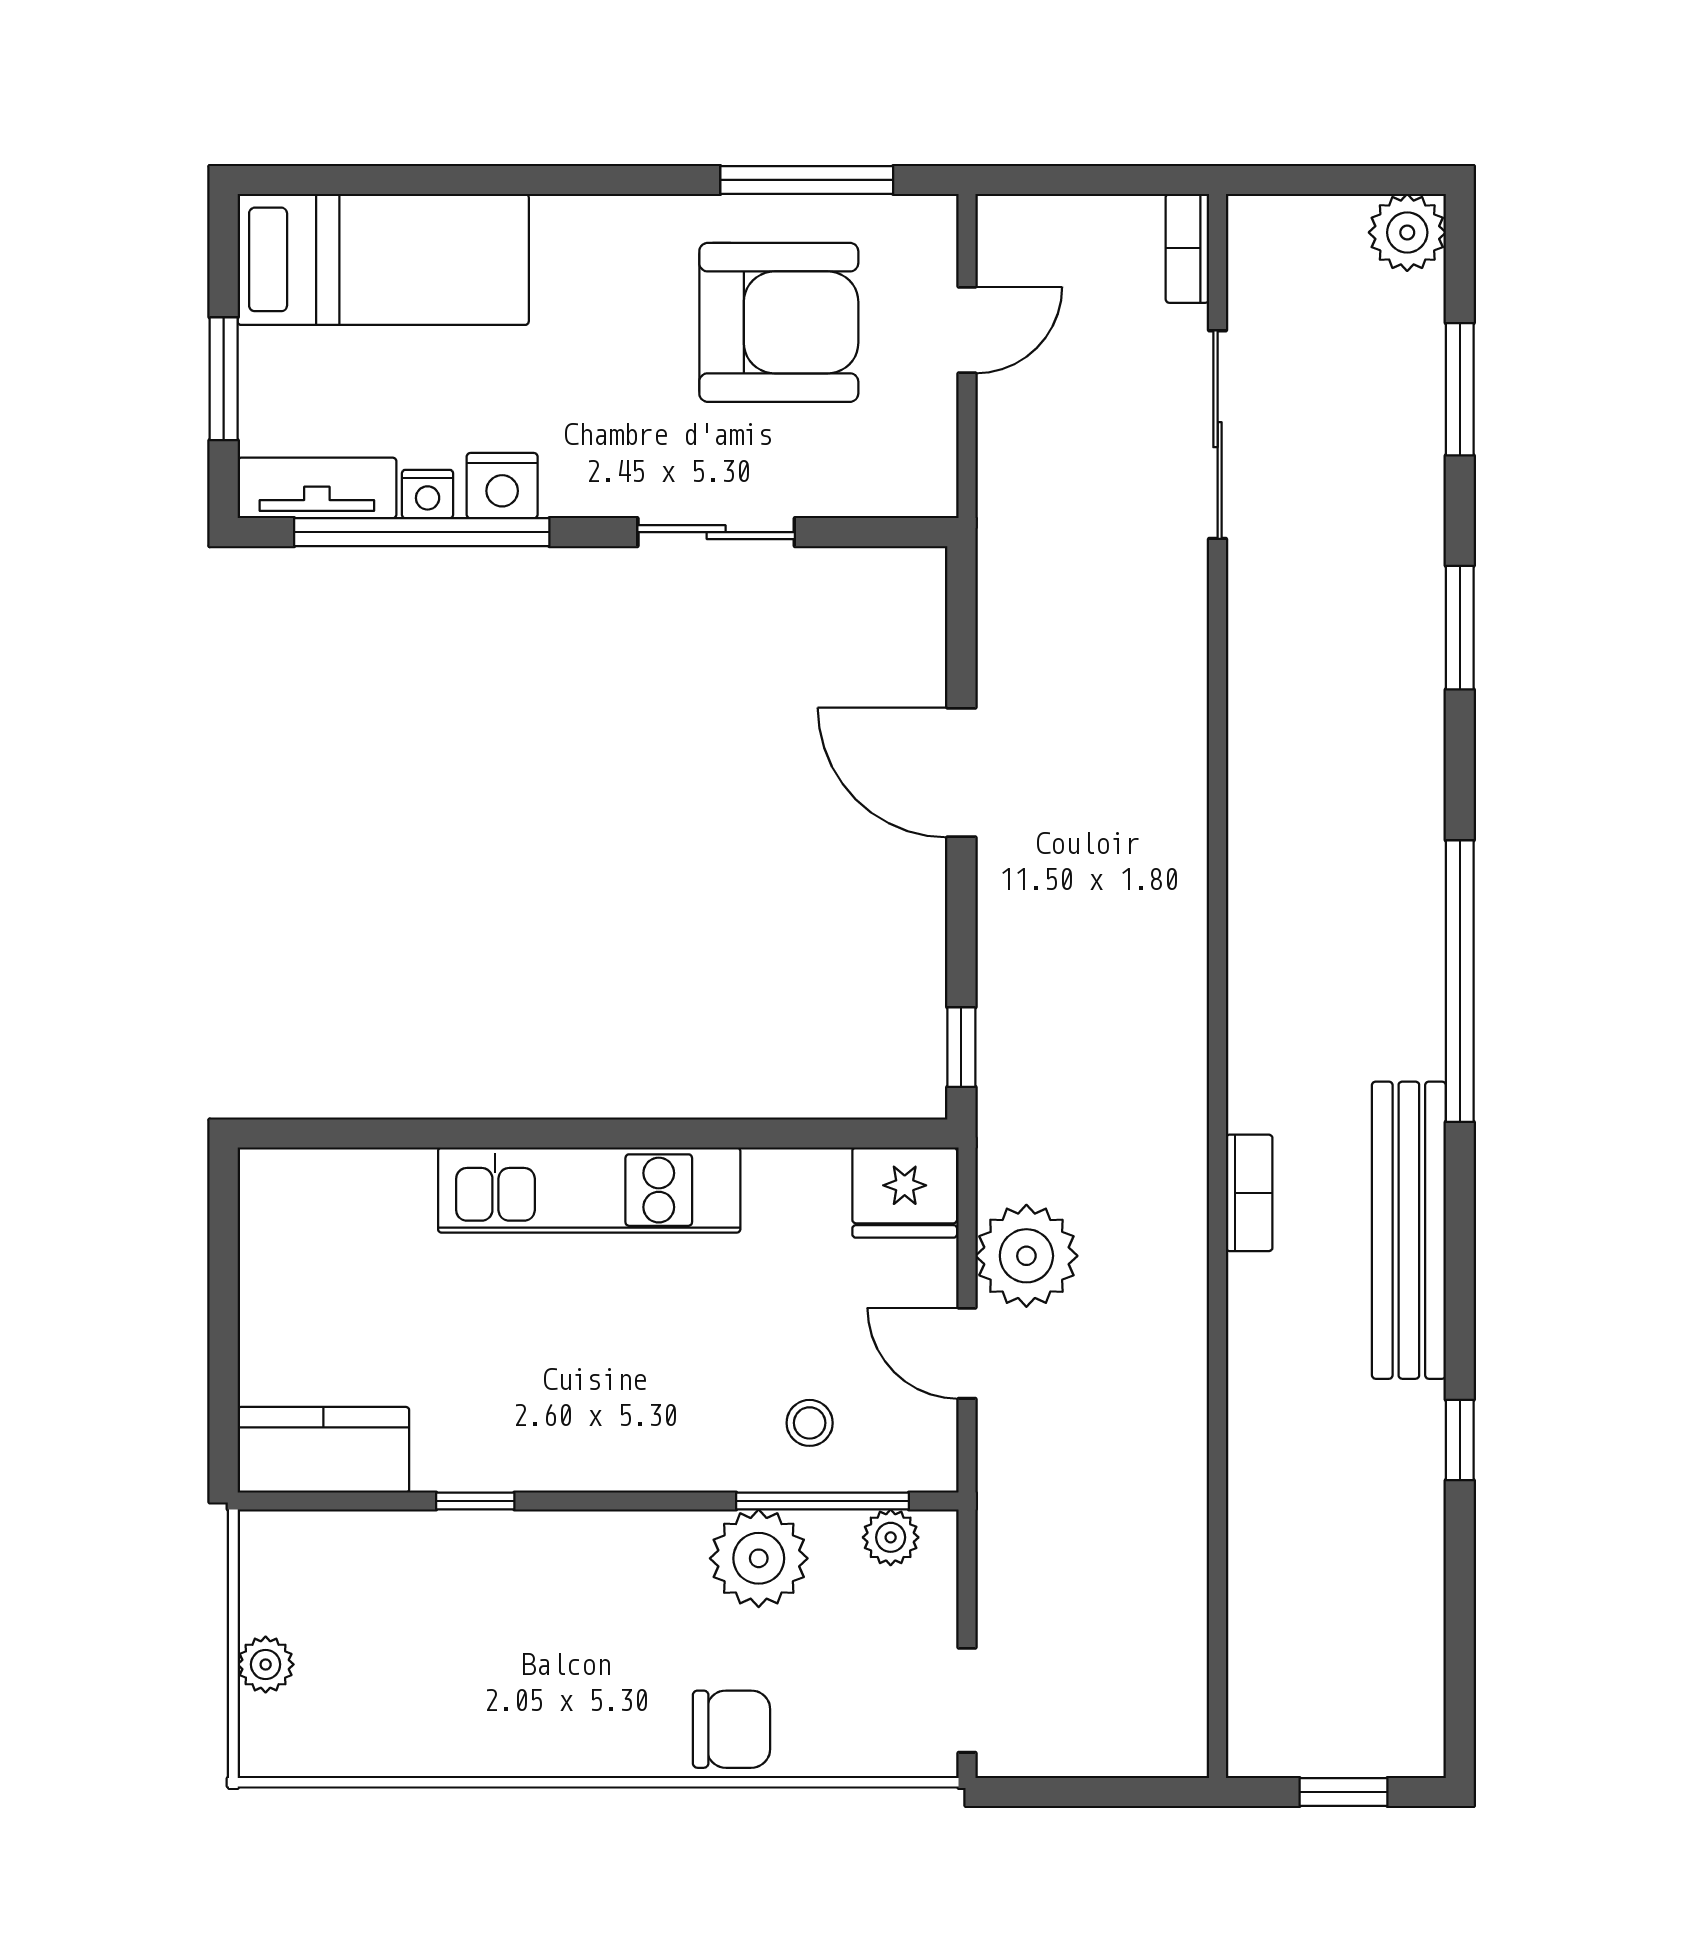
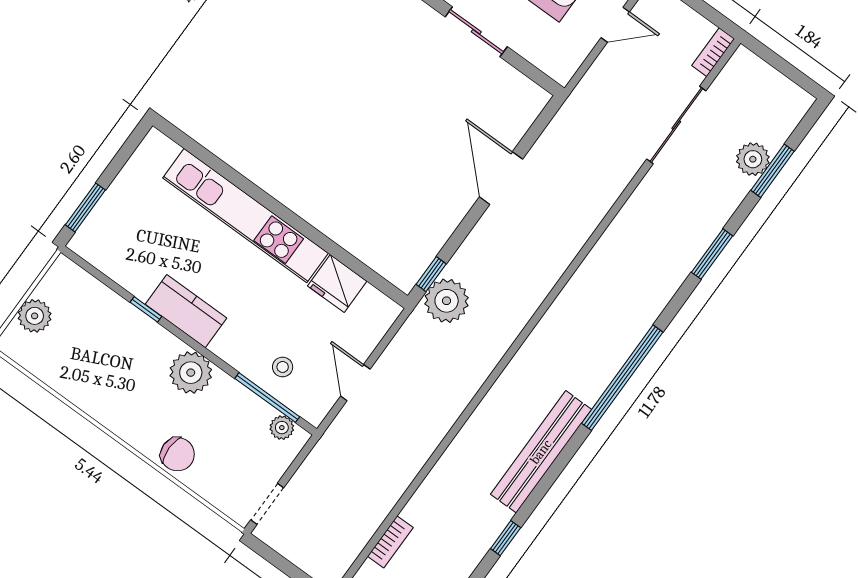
plant: (1407, 232) -> (753, 159), moved
kitchen unit: (589, 1190) -> (245, 216), width x1.36
fridge: (905, 1193) -> (337, 284), moved
bookcase: (1249, 1193) -> (390, 542), moved
plant: (1026, 1256) -> (447, 301), moved
window: (224, 1393) -> (85, 207), added
kitchen counter: (323, 1450) -> (186, 311), moved
plant: (759, 1558) -> (191, 373), moved
plant: (266, 1664) -> (35, 316), width x1.38, depth x1.38

